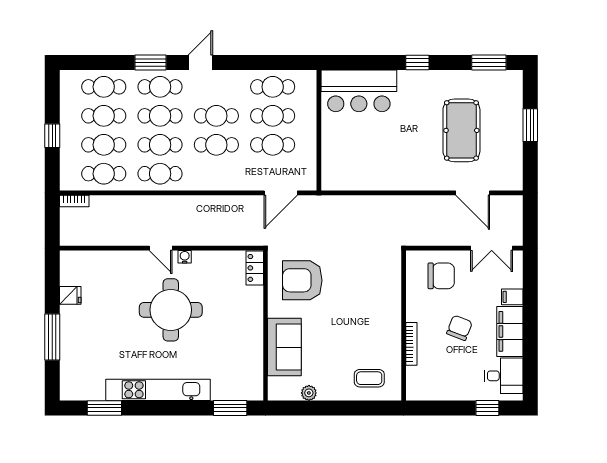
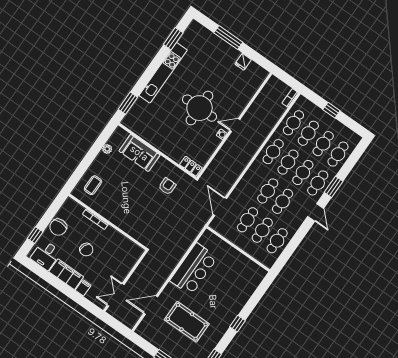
bar counter: (359, 91) -> (194, 269), moved, turned 180
chair: (441, 276) -> (58, 227), moved
armchair: (302, 280) -> (167, 186), width x0.53, depth x0.53

